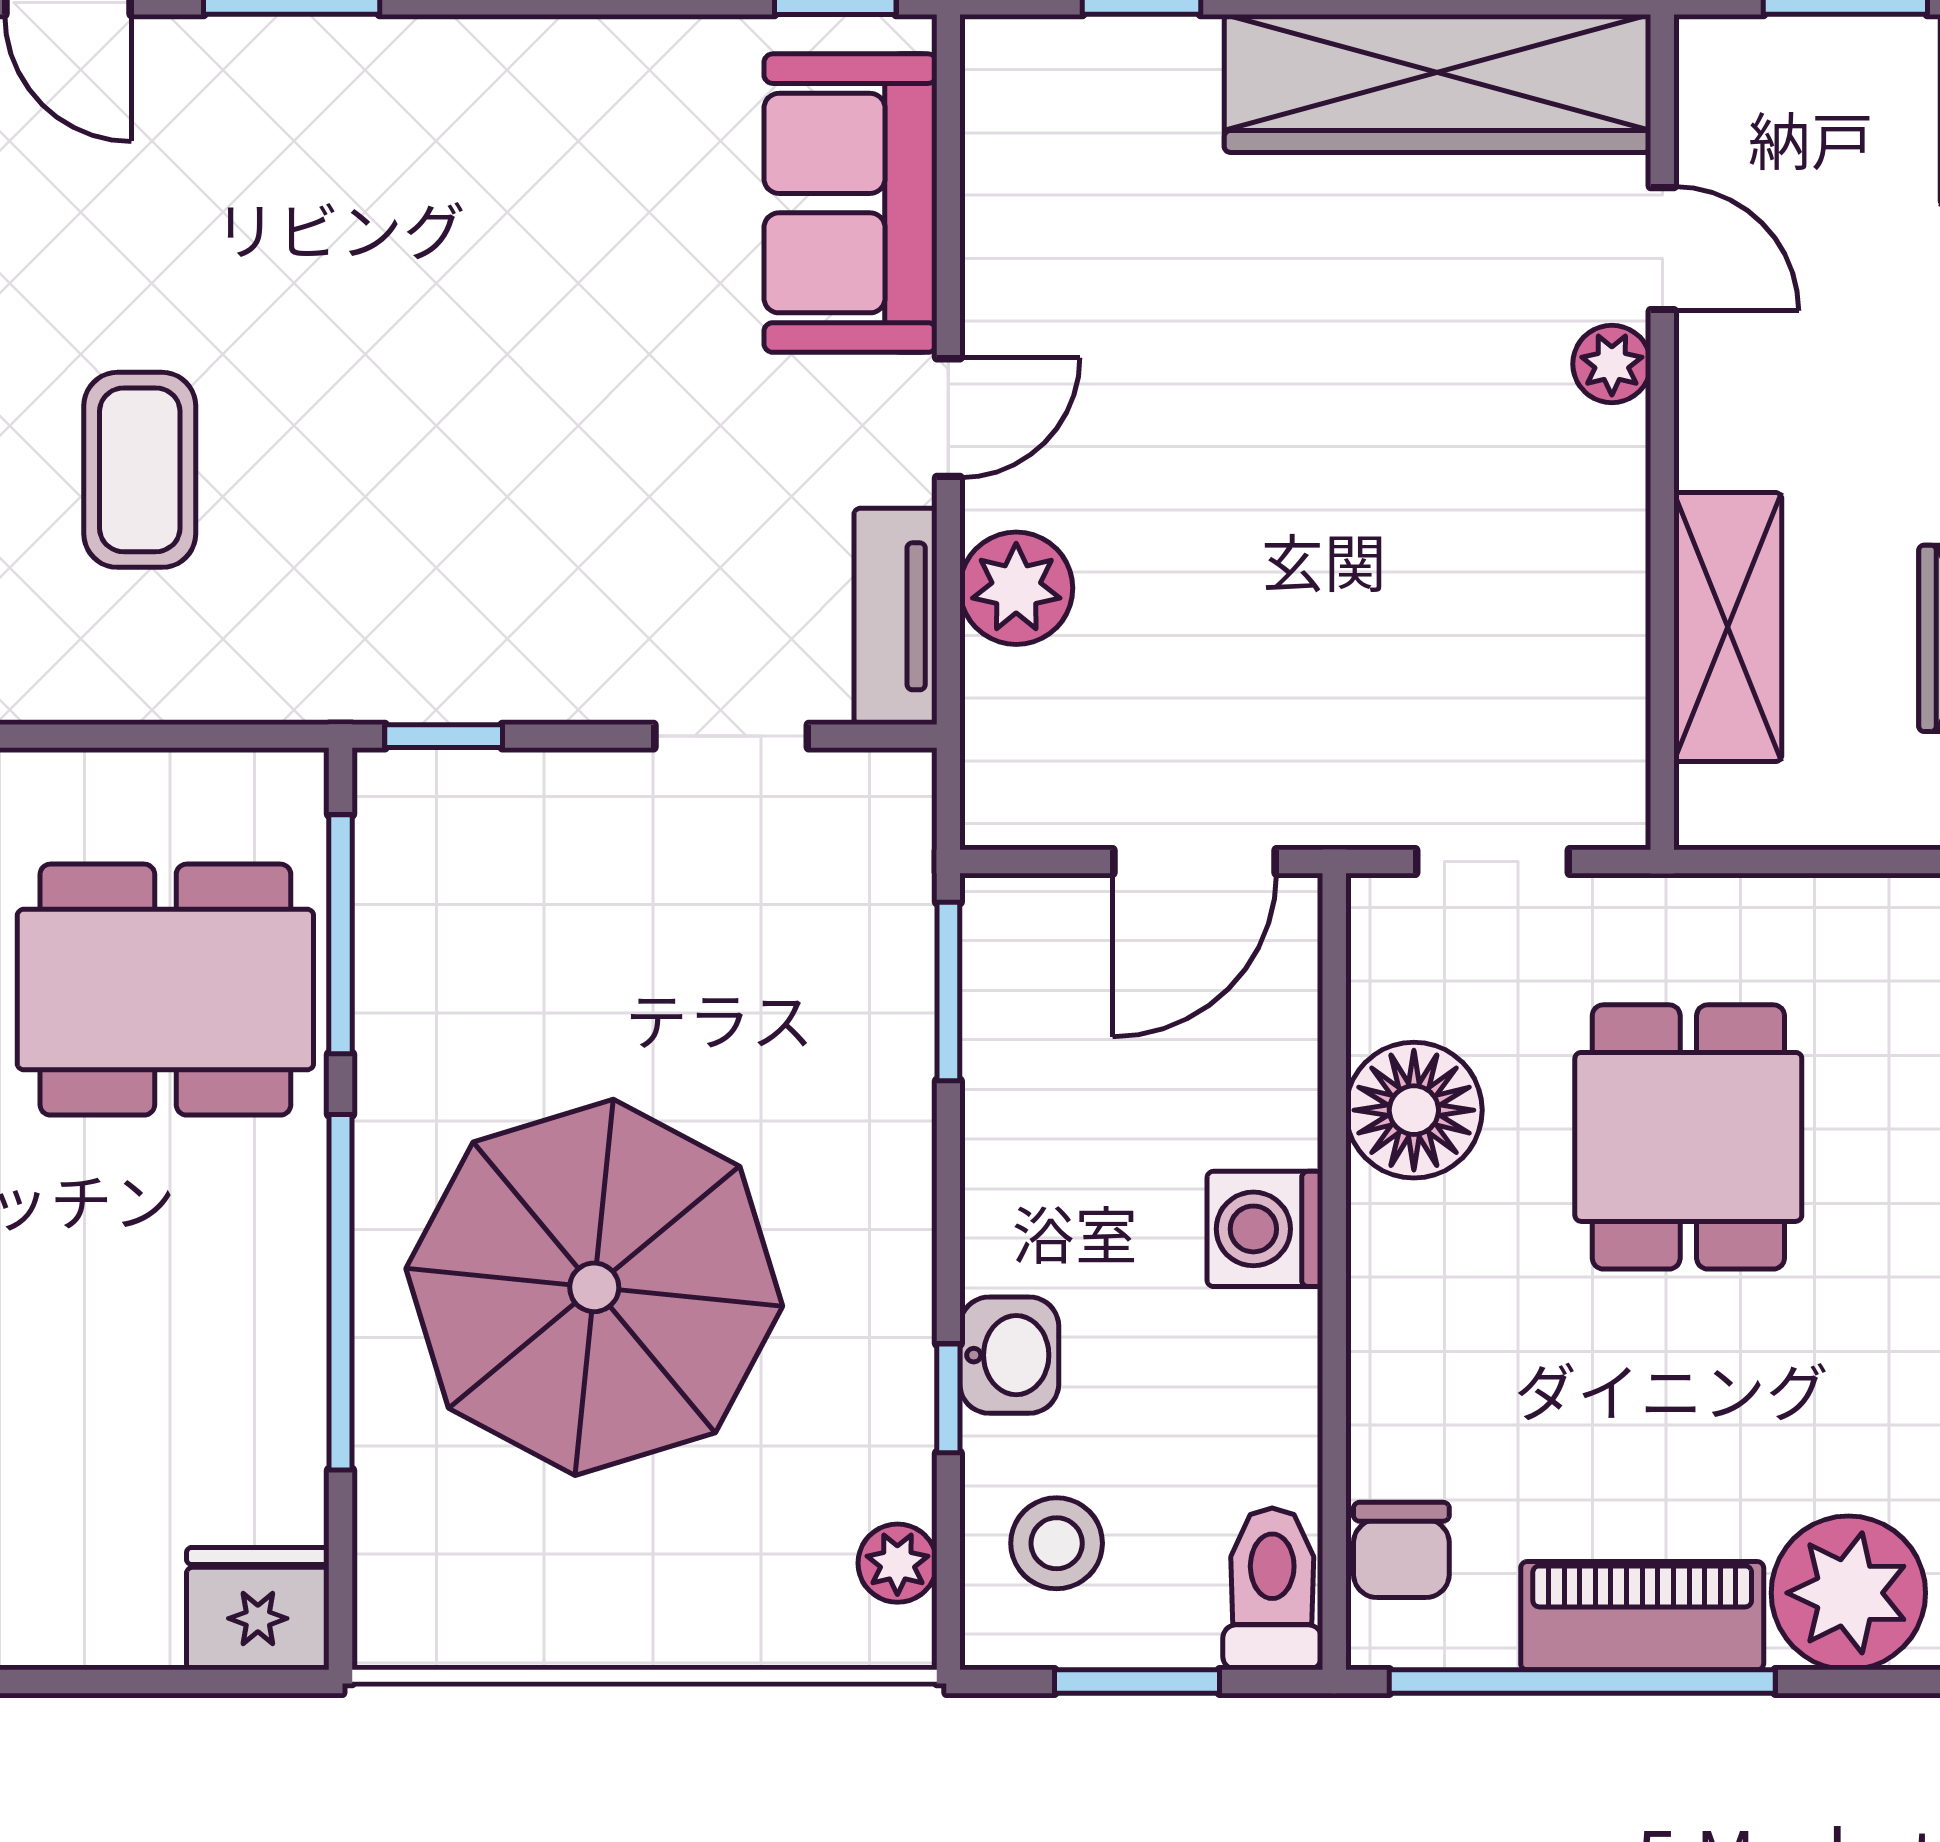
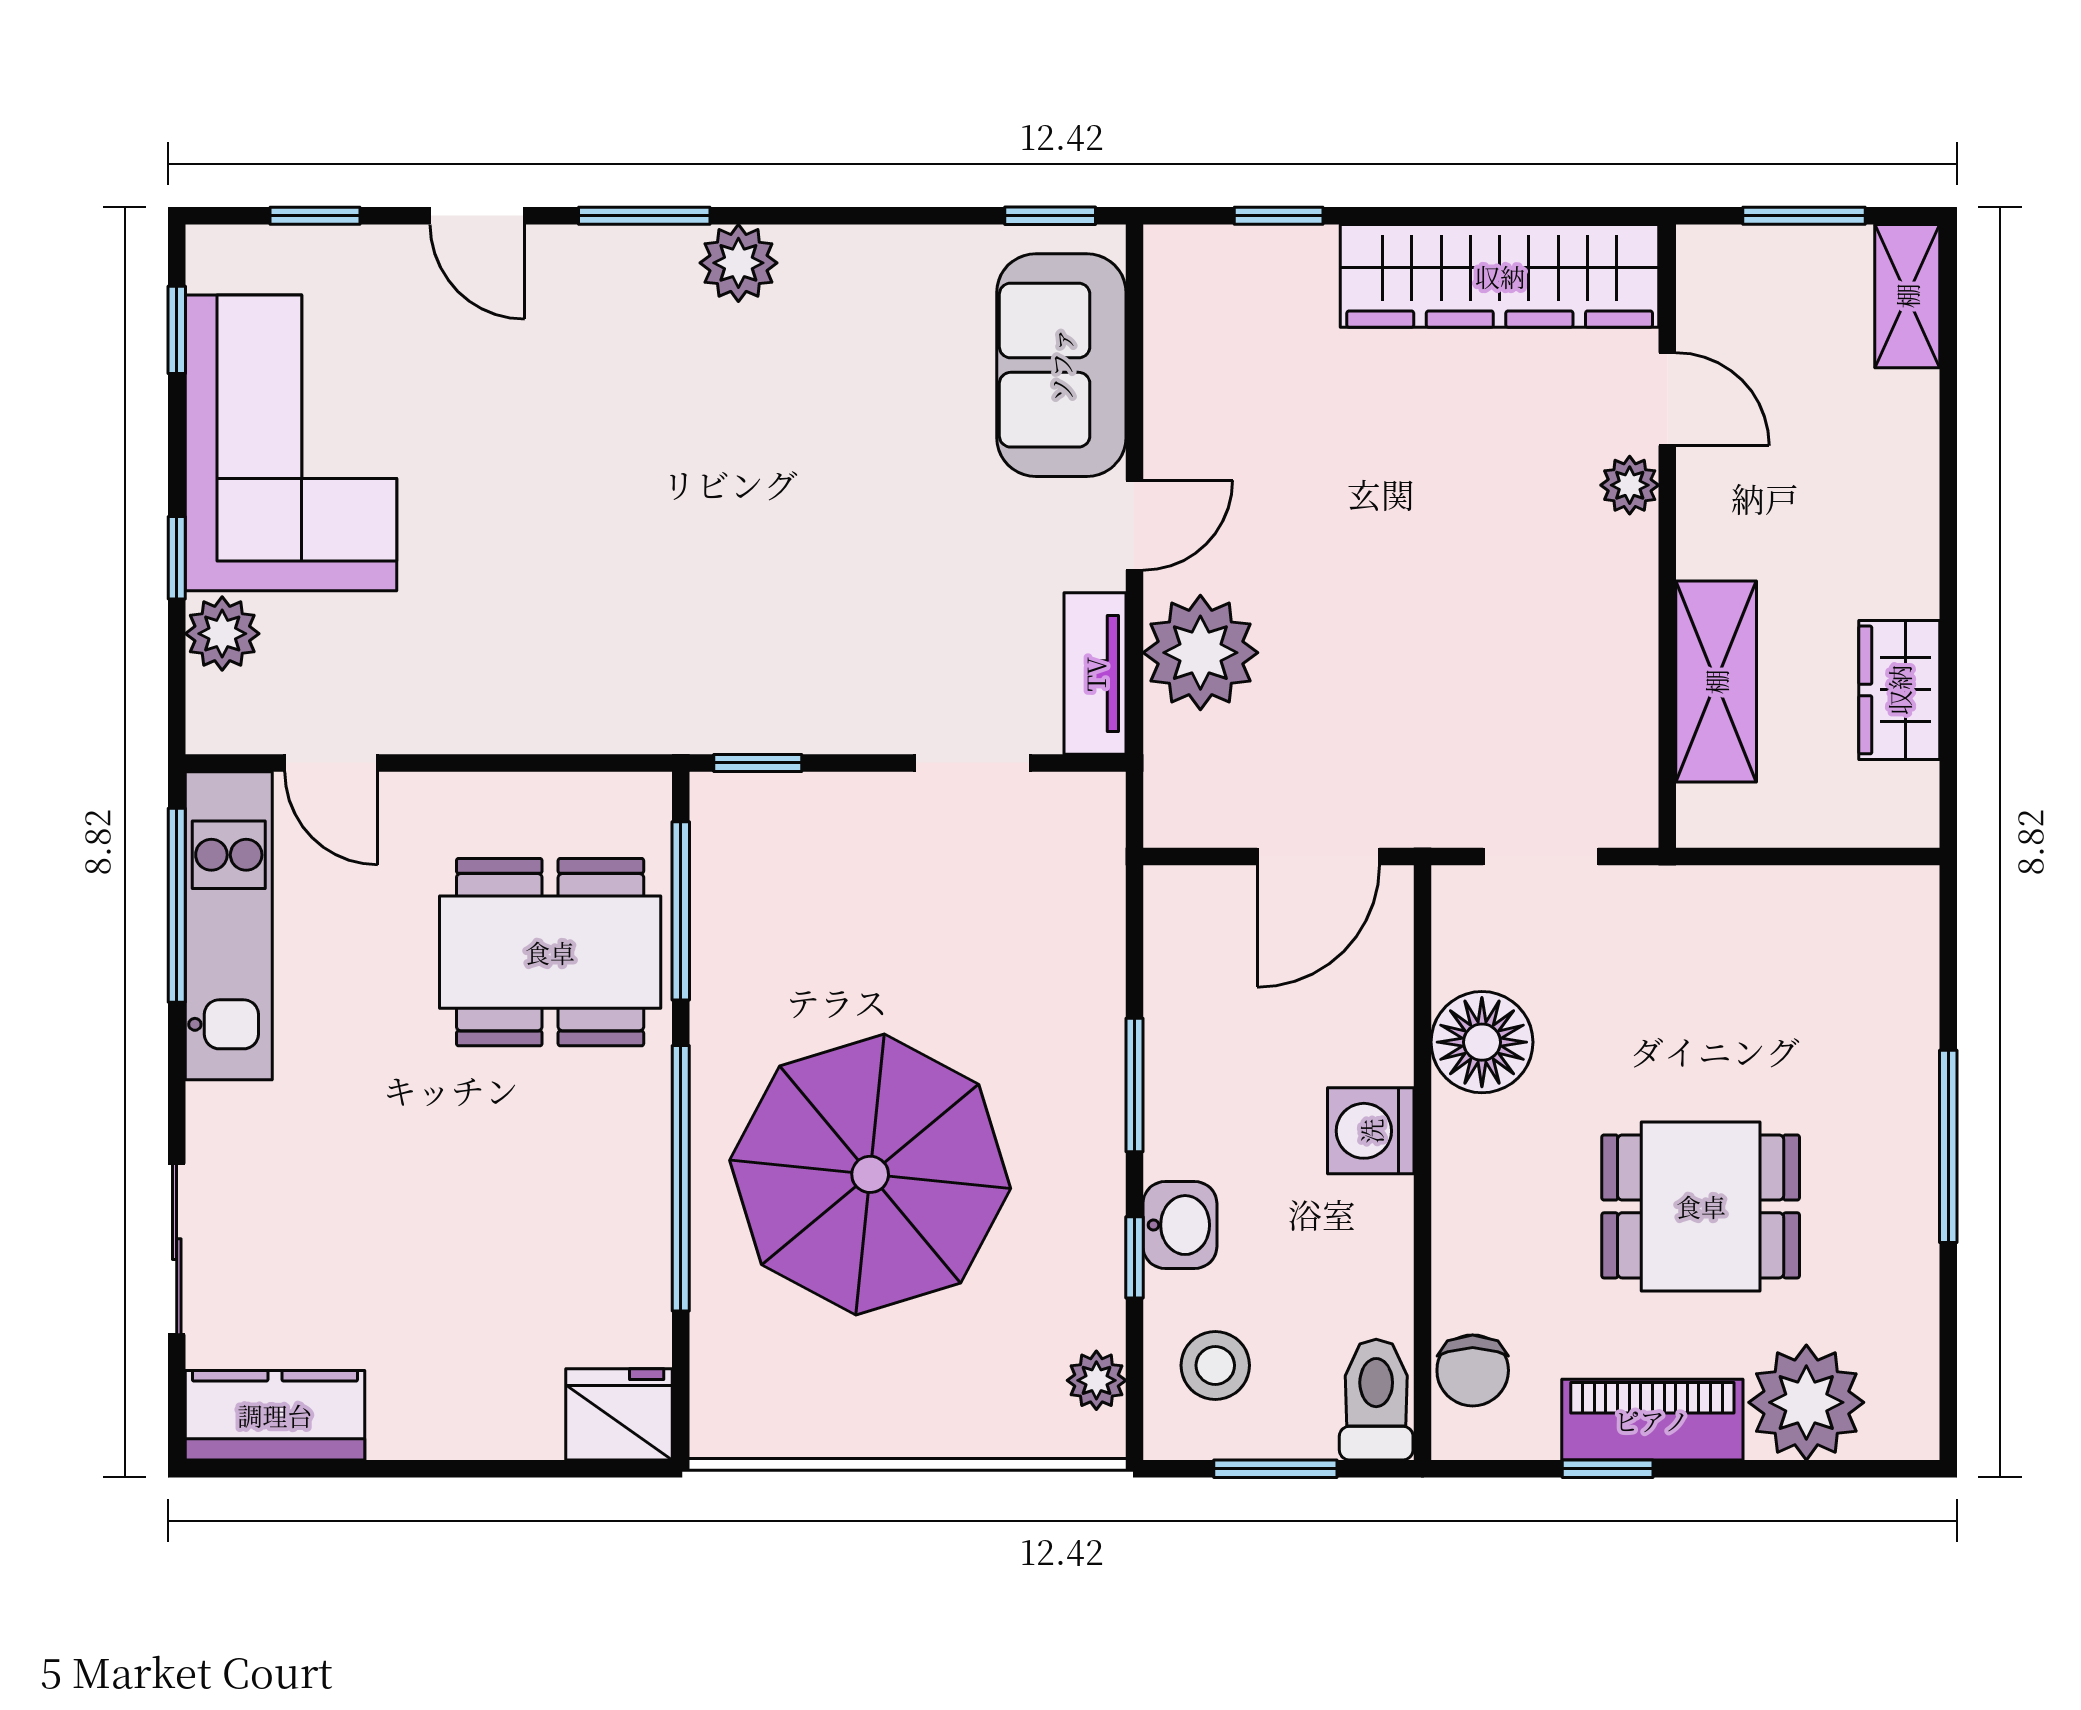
plant: (418, 66) -> (738, 263), added
coffee table: (140, 470) -> (531, 564), removed
plant: (1016, 588) -> (1200, 653), width x1.36, depth x1.36
window: (948, 992) -> (1134, 1085), moved
dining table: (1688, 1137) -> (1701, 1206), moved, turned 90
window: (1582, 1682) -> (1608, 1469), width x0.32

